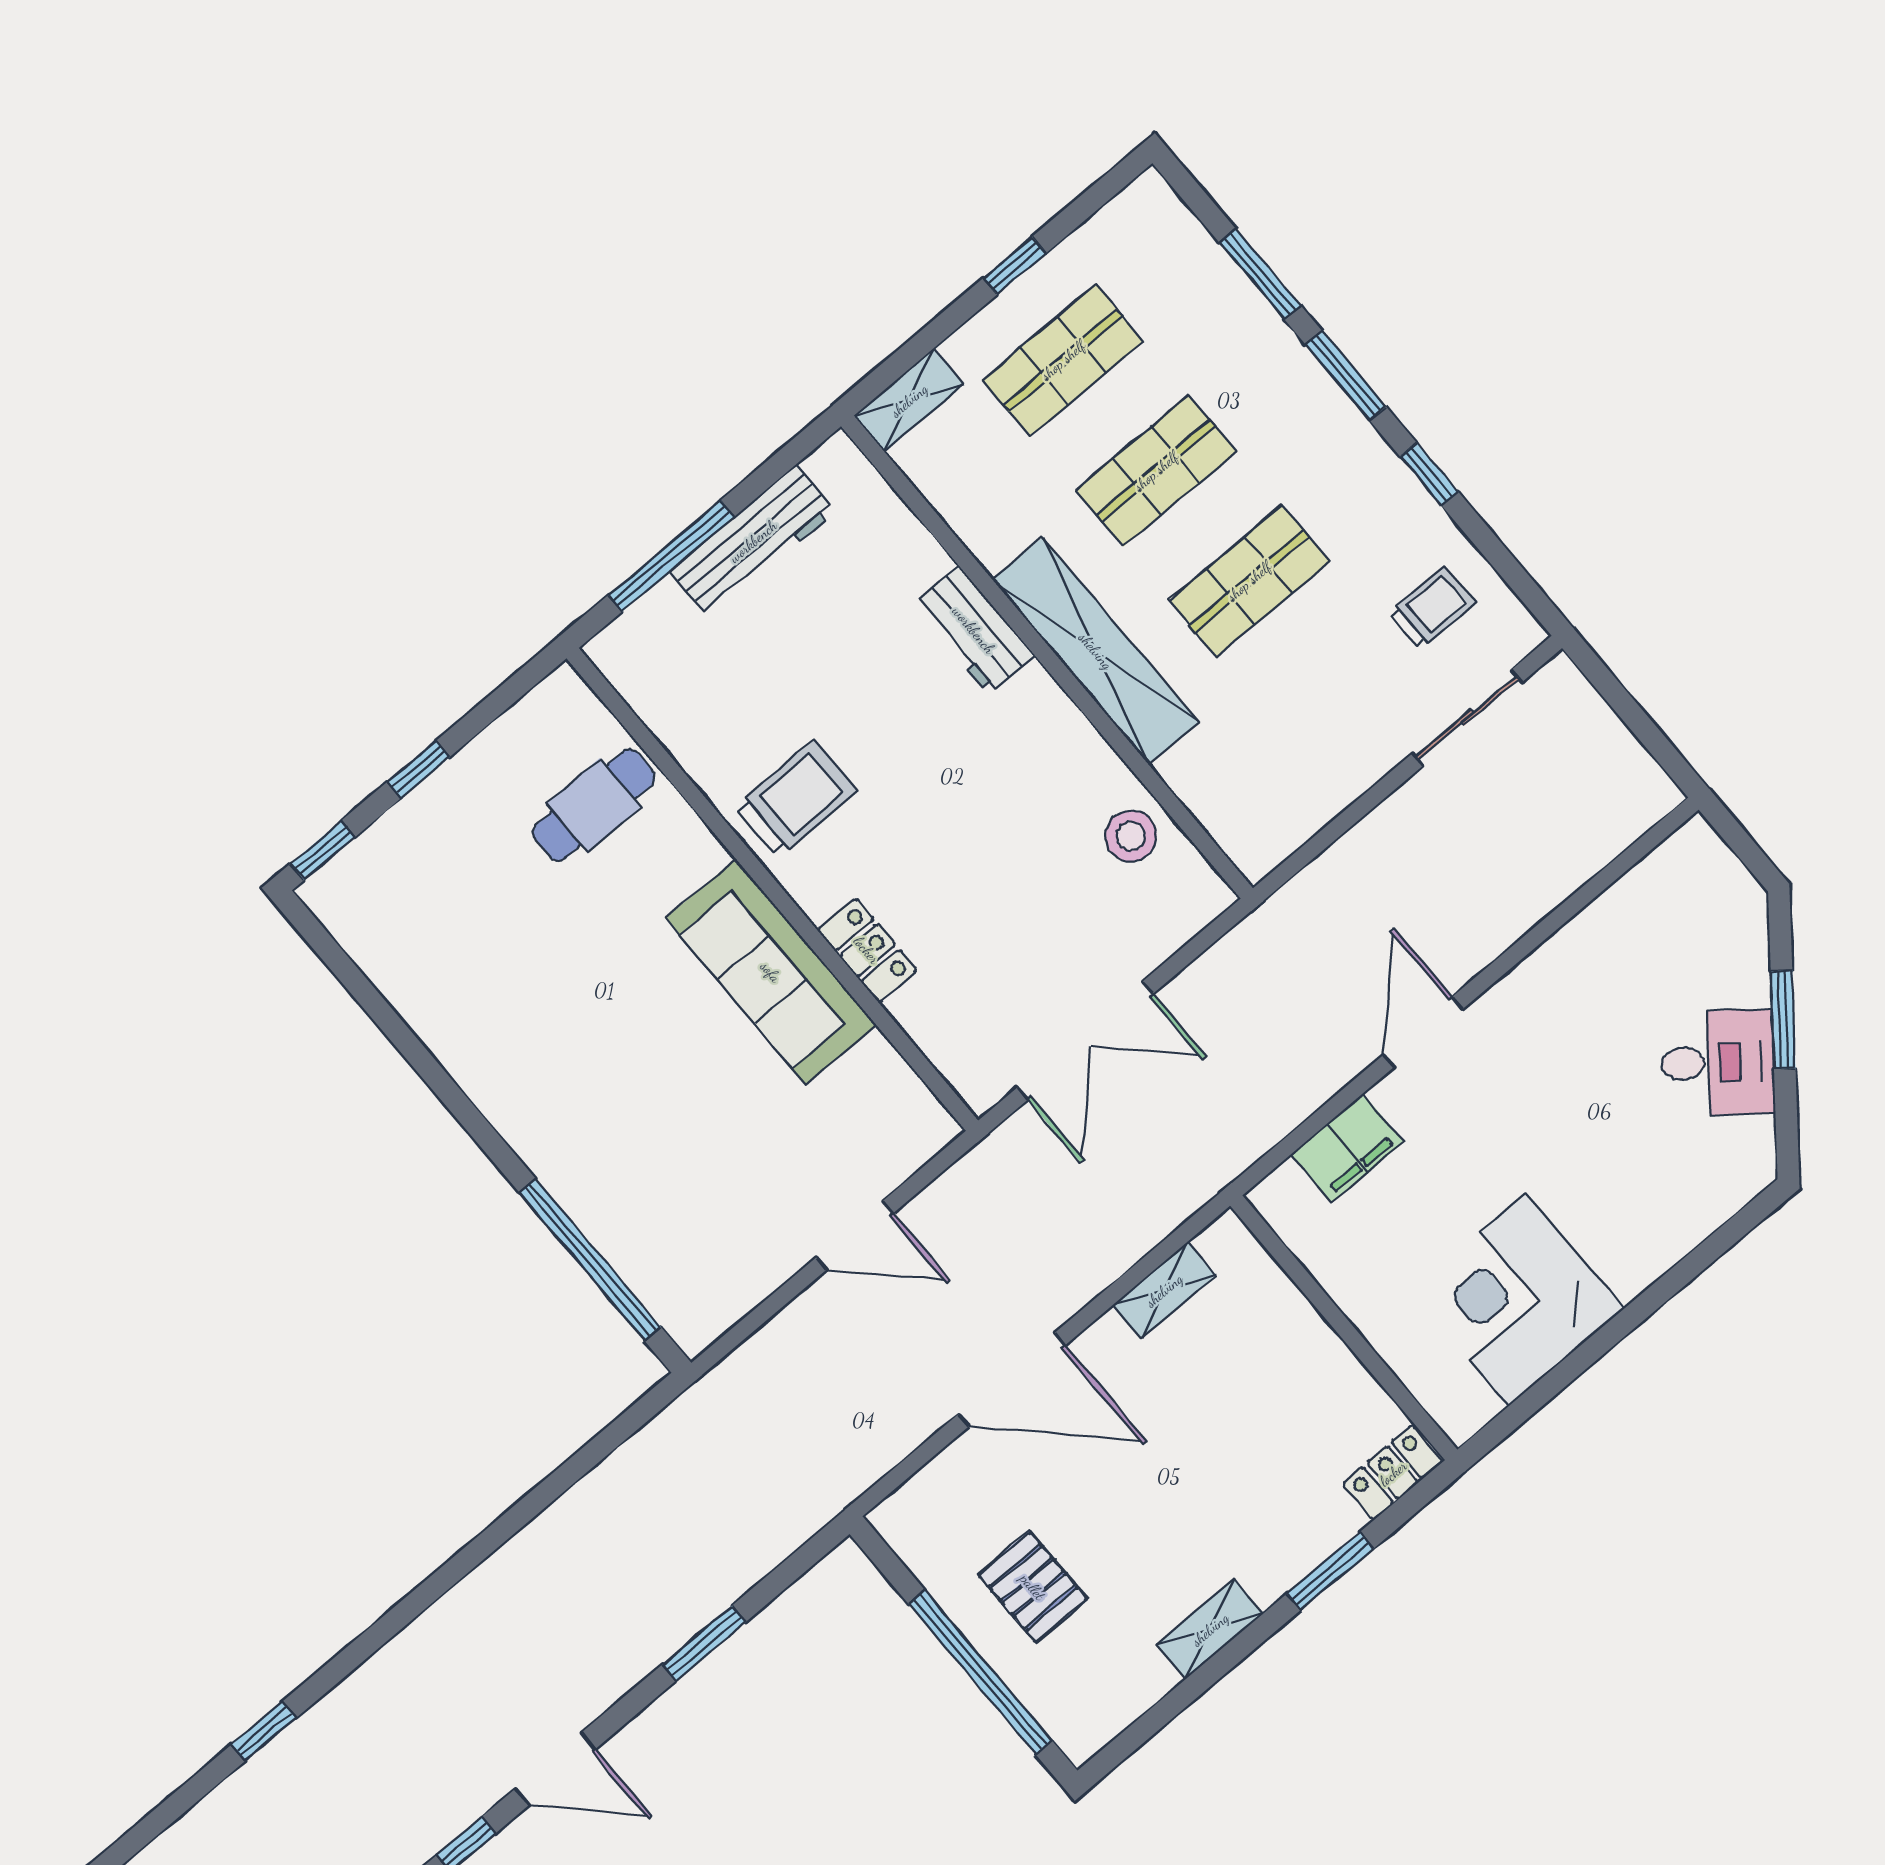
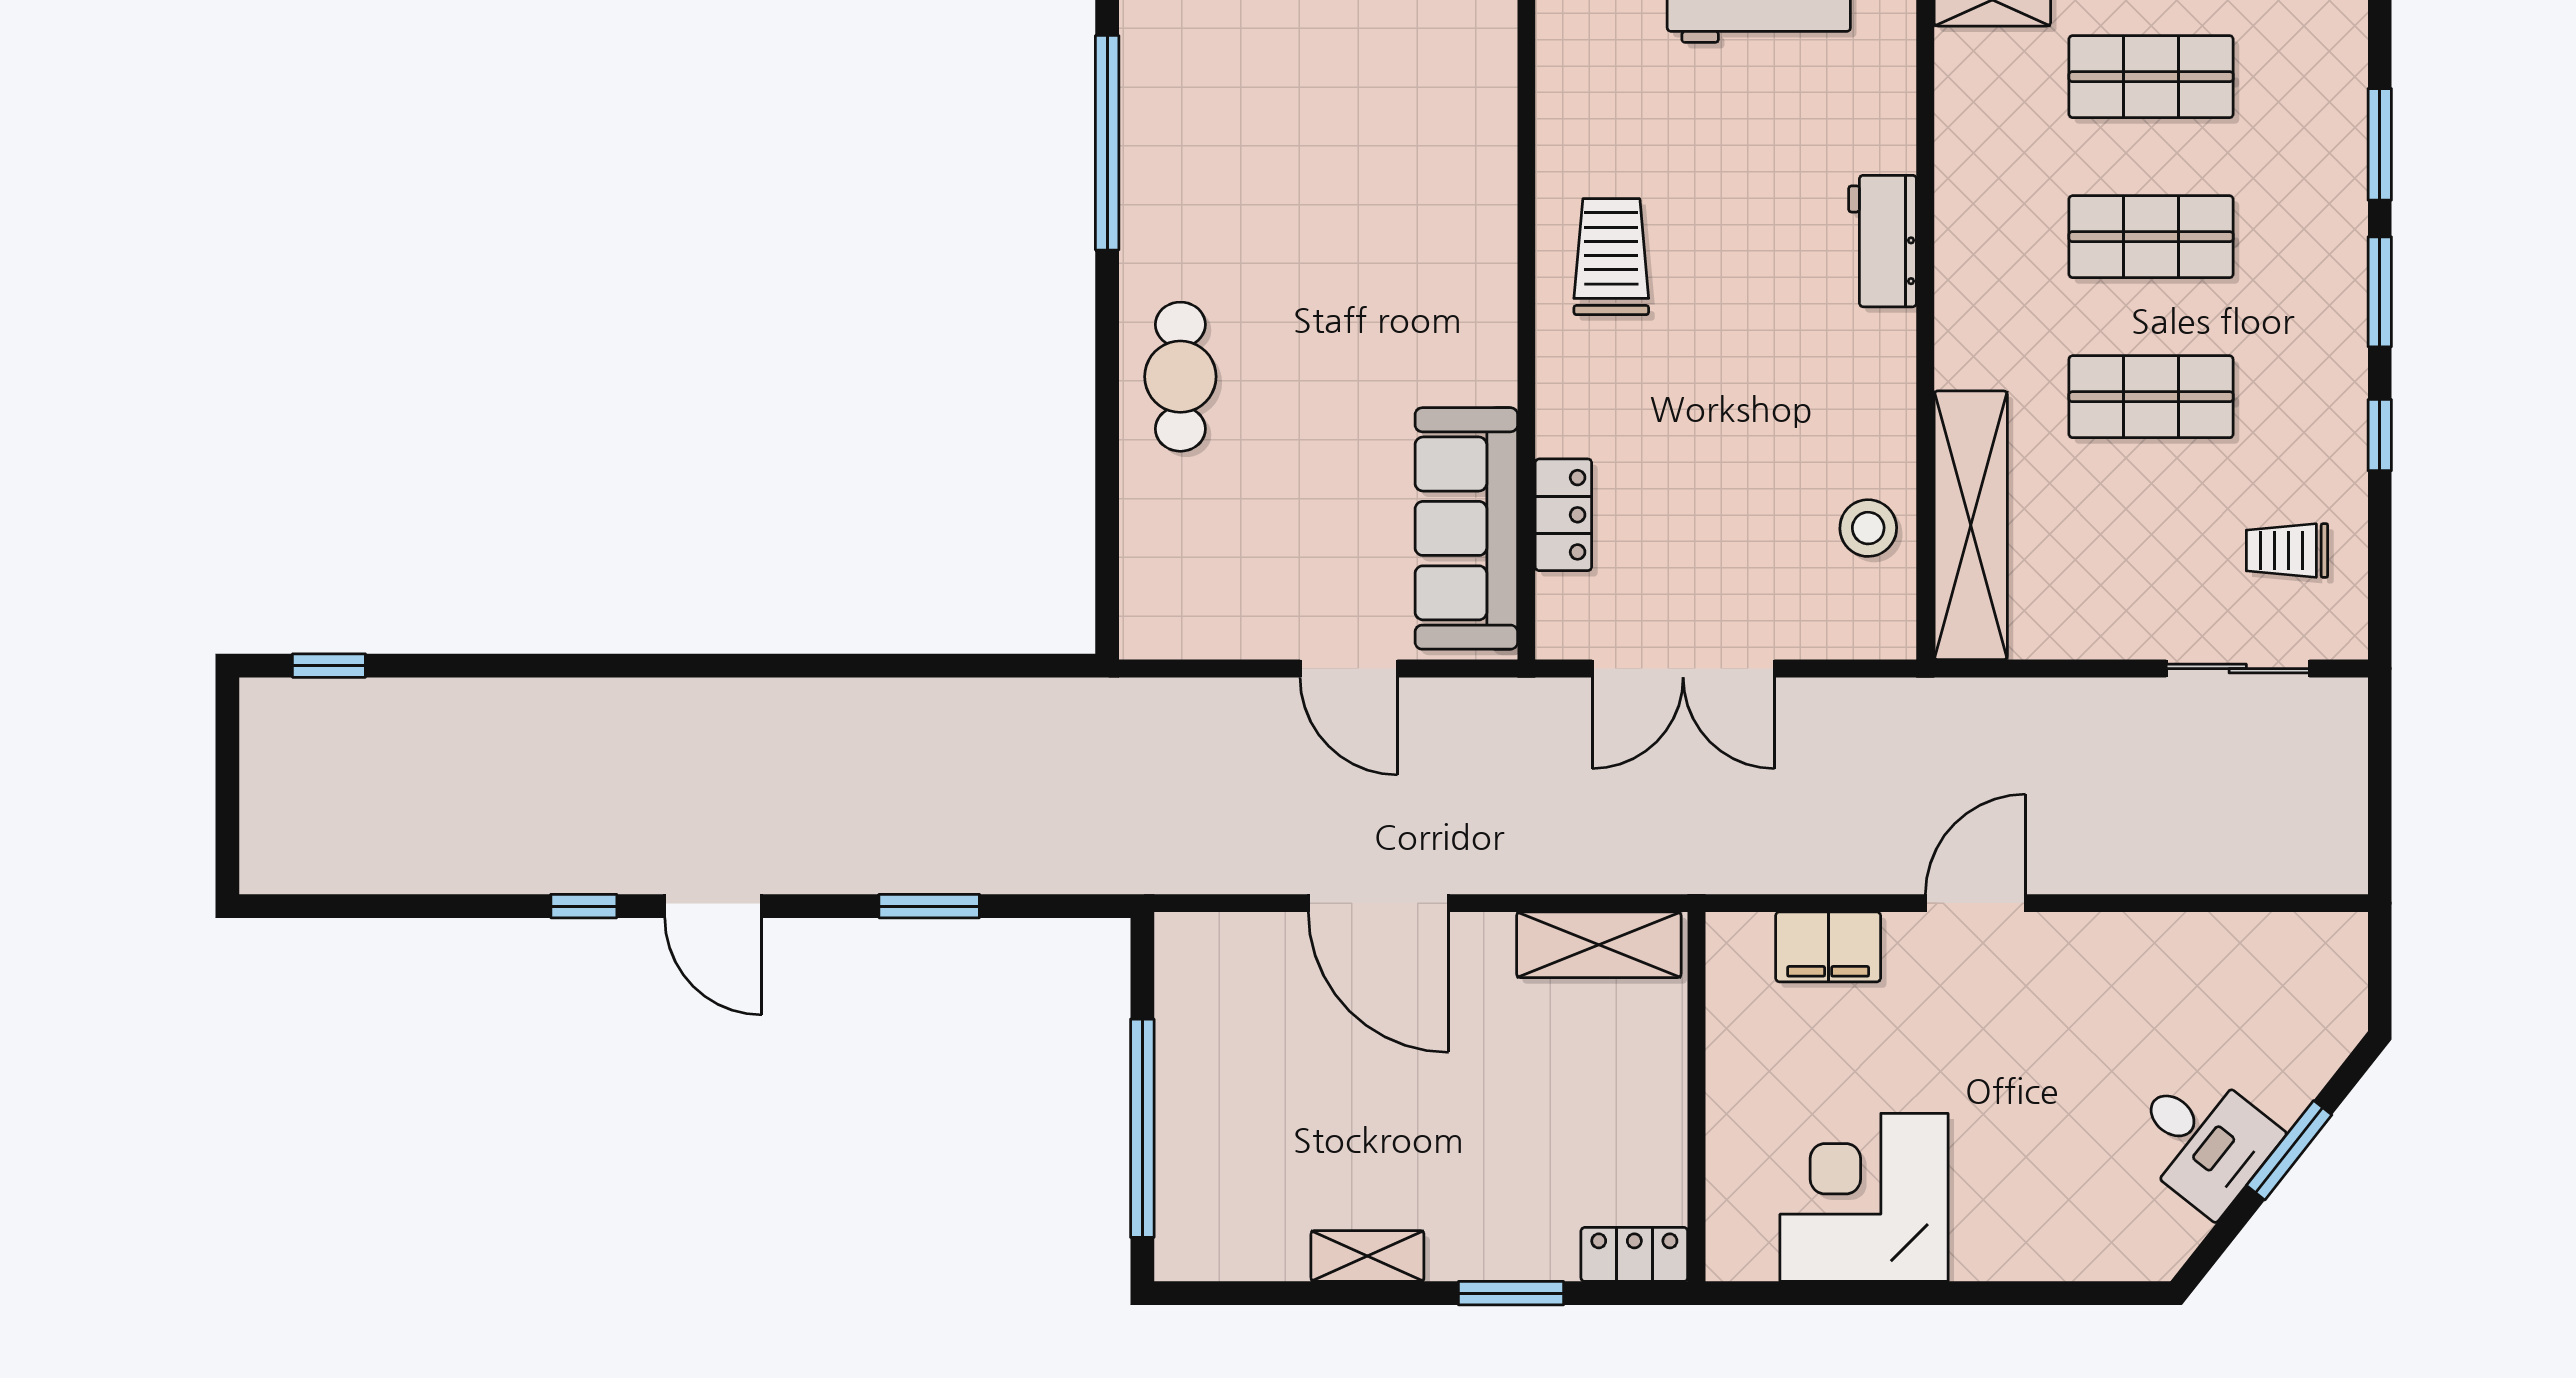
trolley: (1432, 608) -> (2287, 551), turned 180
shelving: (1096, 651) -> (1971, 525), moved
trolley: (796, 799) -> (1611, 257), turned -90
cafe table: (594, 805) -> (1180, 377), moved, turned 90
locker: (867, 950) -> (1563, 515), moved
sofa: (771, 972) -> (1466, 528), moved
window: (590, 1260) -> (1107, 143), moved
shelving: (1164, 1290) -> (1599, 945), width x1.50, depth x1.33
pallet: (1033, 1587) -> (1248, 1094), removed
window: (264, 1731) -> (329, 666), moved

